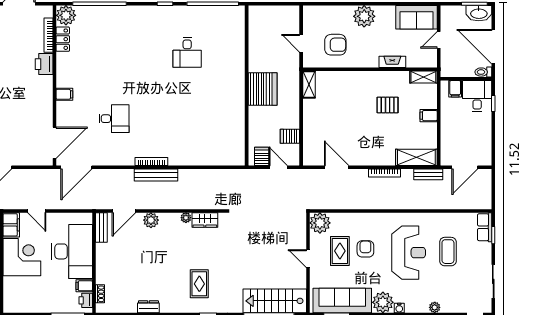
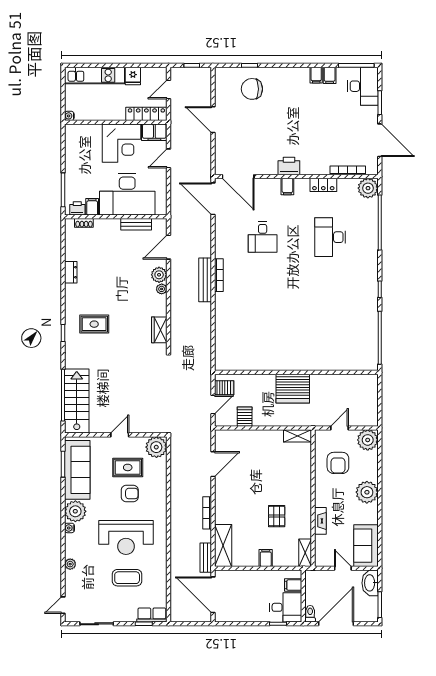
washbasin: (479, 13) -> (370, 583), moved
plant: (313, 16) -> (368, 440), added
locker: (63, 39) -> (323, 185), moved
desk: (187, 52) -> (330, 237), moved, width x1.37
printer: (44, 64) -> (289, 166), moved
door: (465, 167) -> (213, 595), width x1.36
door: (124, 211) -> (169, 247), hinge flipped
plant: (186, 218) -> (162, 289), moved
bench: (101, 227) -> (136, 224), moved

